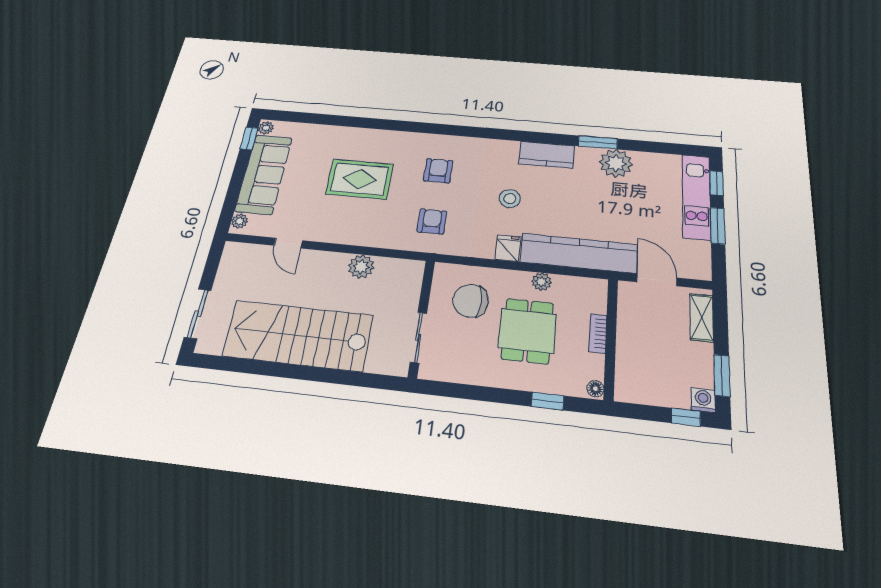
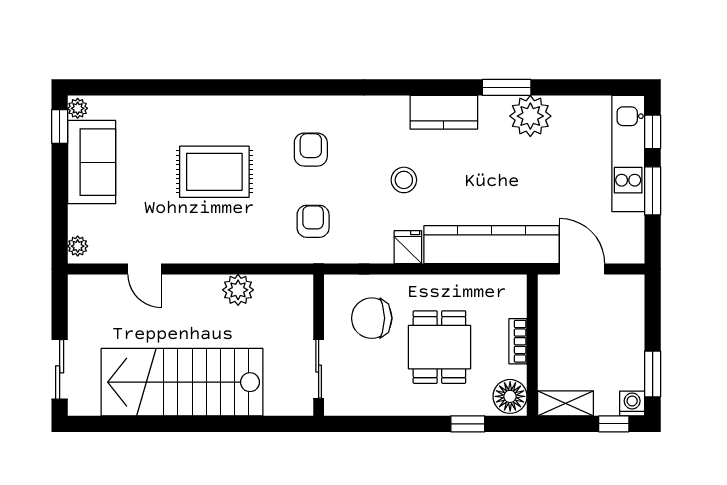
sofa: (264, 174) -> (92, 162), width x0.73
plant: (542, 282) -> (451, 286), removed
shelving: (702, 318) -> (566, 403), moved, turned 90
floor lamp: (595, 389) -> (510, 396), width x1.89, depth x1.89

